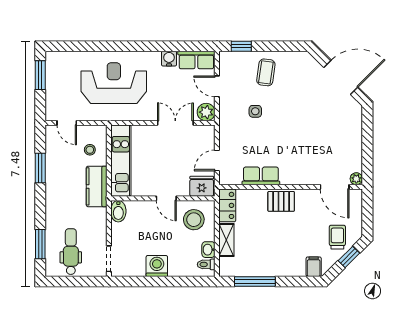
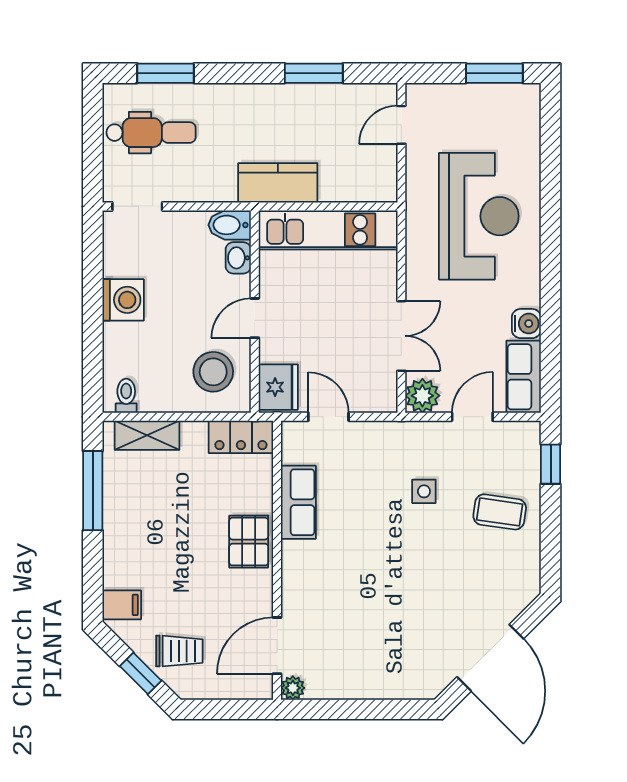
stool: (90, 150) -> (349, 170), removed
shelving: (226, 240) -> (147, 435), moved
washbasin: (208, 250) -> (238, 258), moved, turned -90

